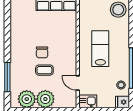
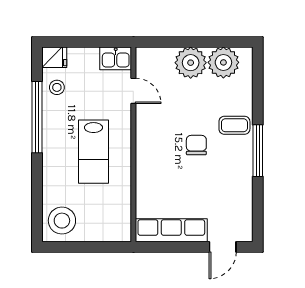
coffee table: (44, 70) -> (234, 125), moved
window: (7, 77) -> (258, 151), moved

